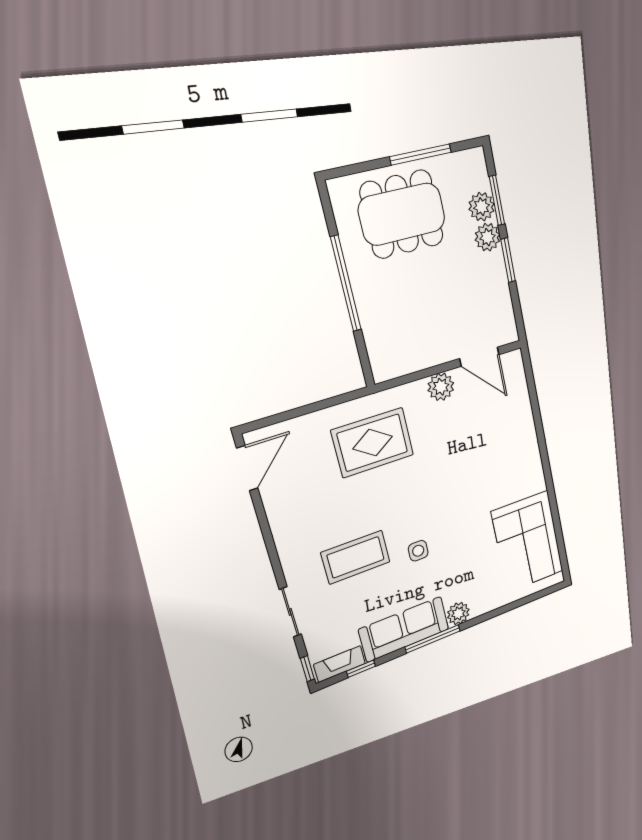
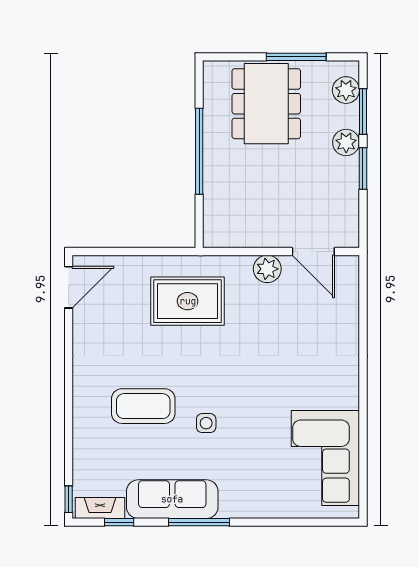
plant: (482, 207) -> (346, 90), moved
dining table: (402, 214) -> (266, 104), turned 90
sliding door: (290, 612) -> (69, 436), removed
plant: (458, 613) -> (232, 506), removed

